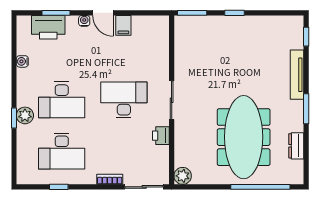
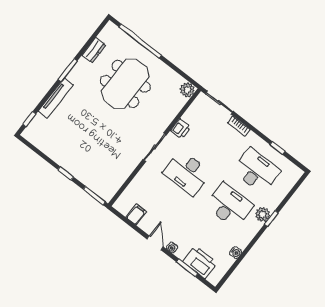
filing cabinet: (123, 25) -> (136, 215), moved
meeting table: (244, 137) -> (125, 84), width x0.73

